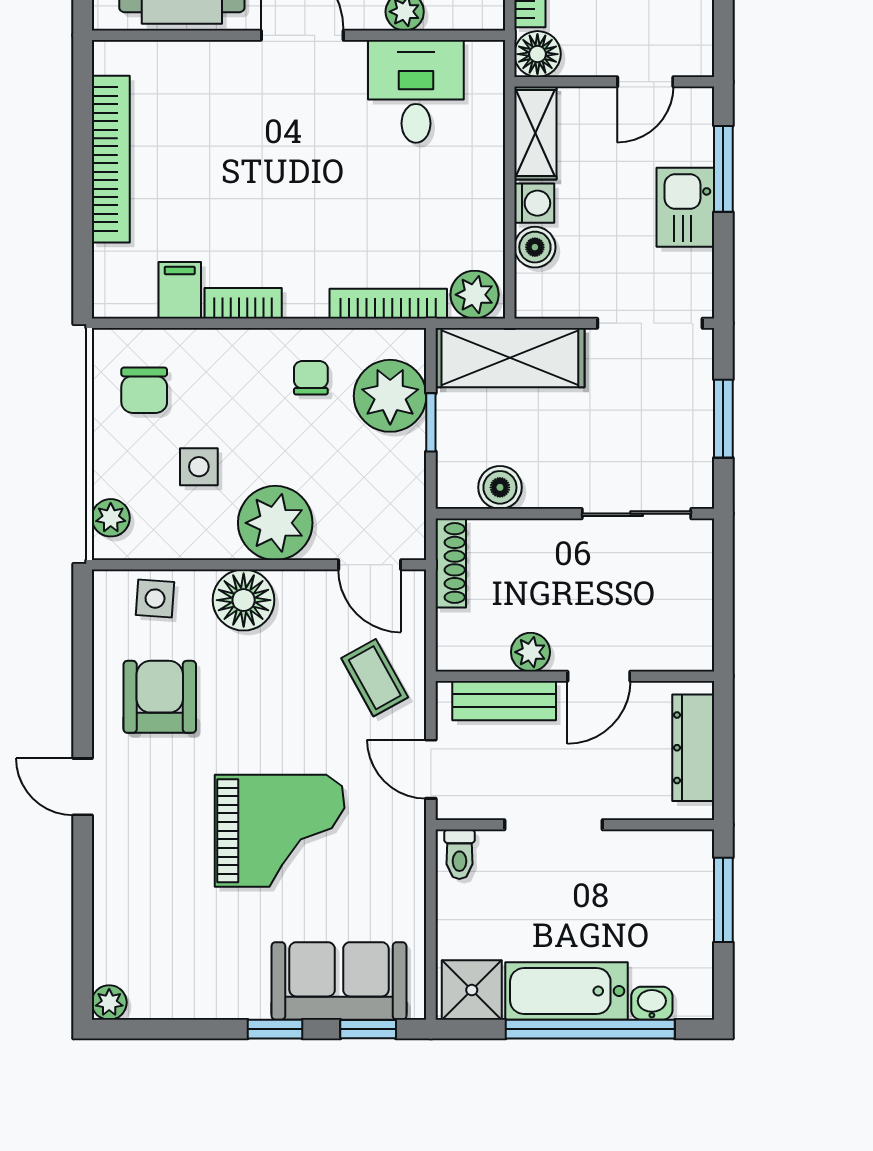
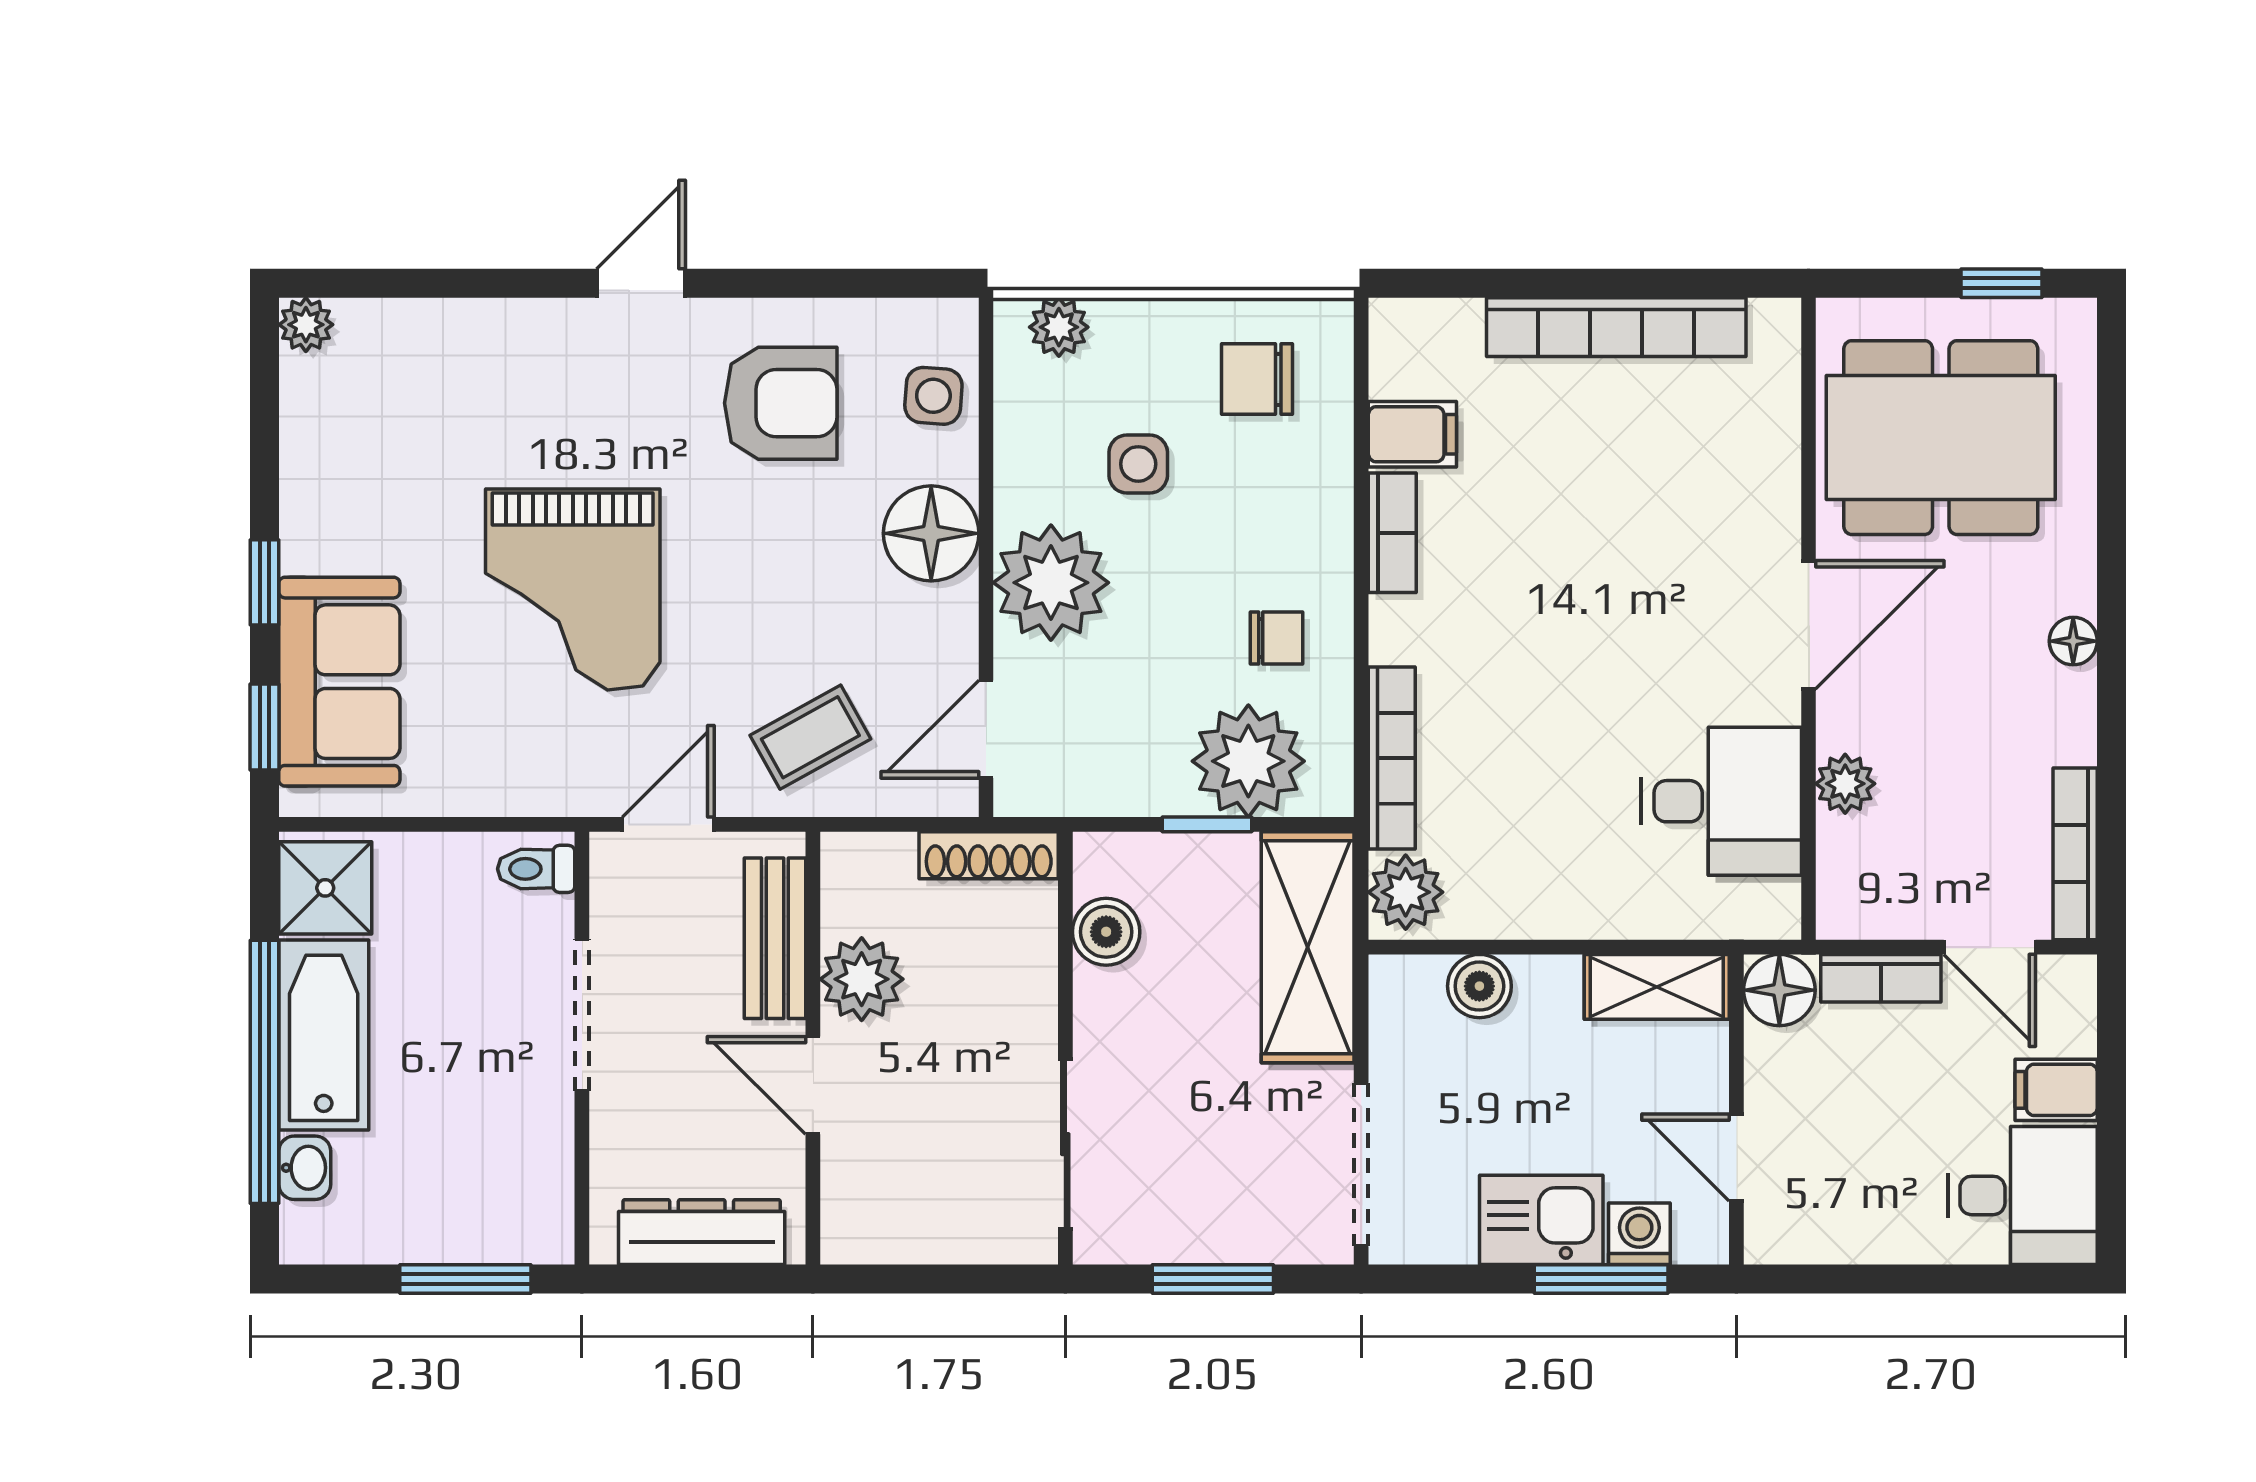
washing machine: (534, 203) -> (1639, 1234), moved, turned 180
plant: (530, 652) -> (862, 979), width x1.38, depth x1.38

